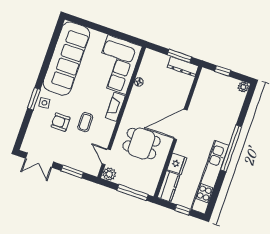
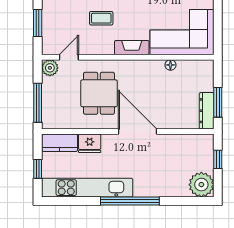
plant: (243, 87) -> (201, 185), width x1.87, depth x1.87

